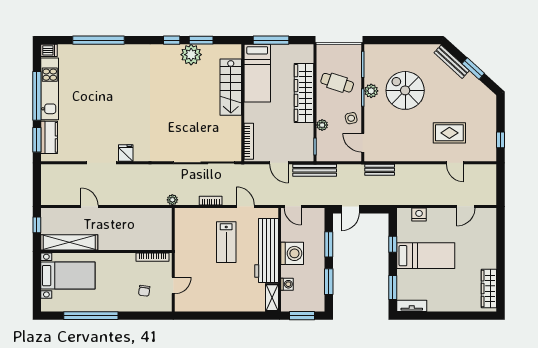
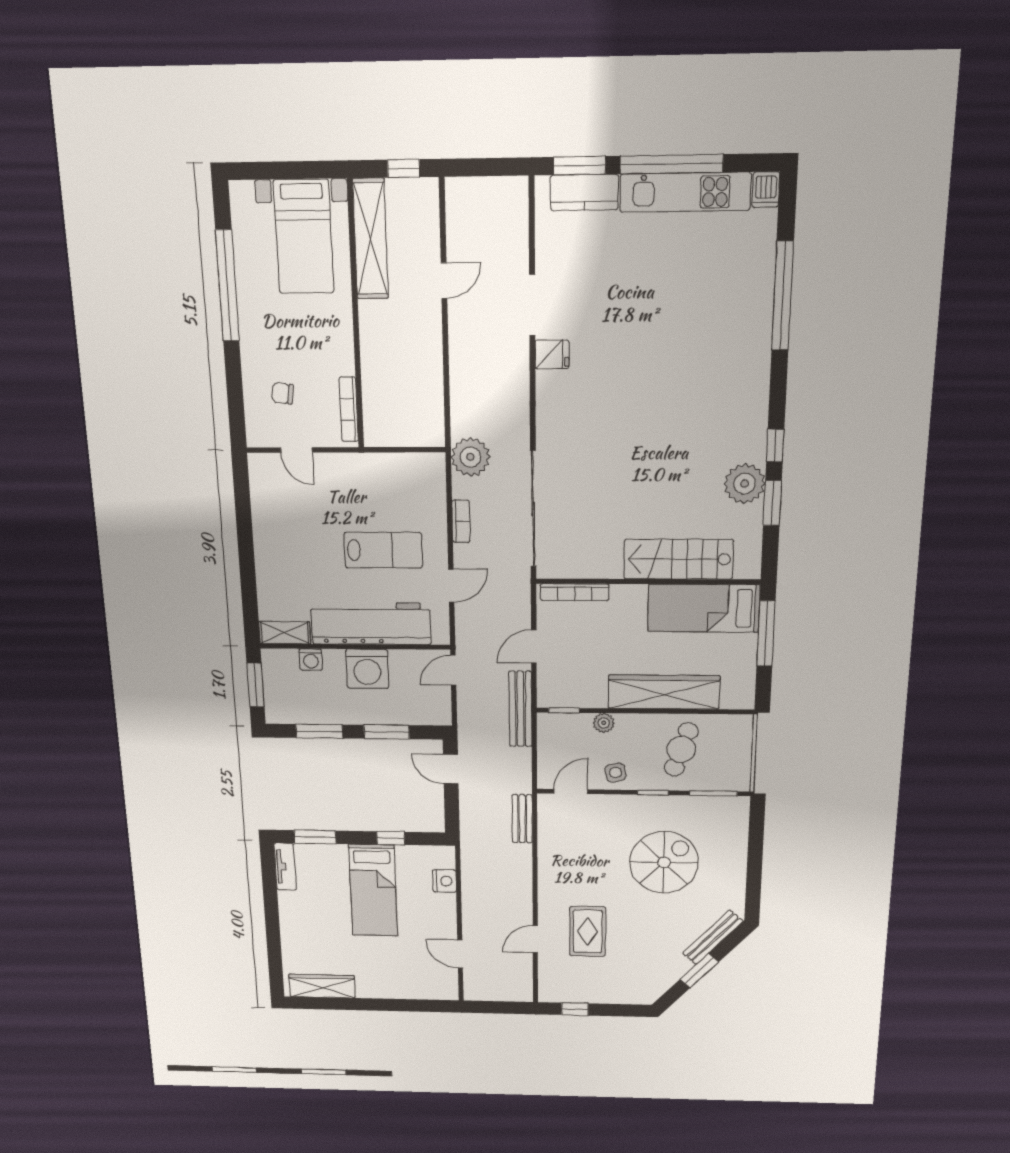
plant: (371, 91) -> (665, 807), removed
plant: (172, 200) -> (470, 457), width x1.87, depth x1.87
lab bench: (226, 242) -> (383, 550), turned 180

